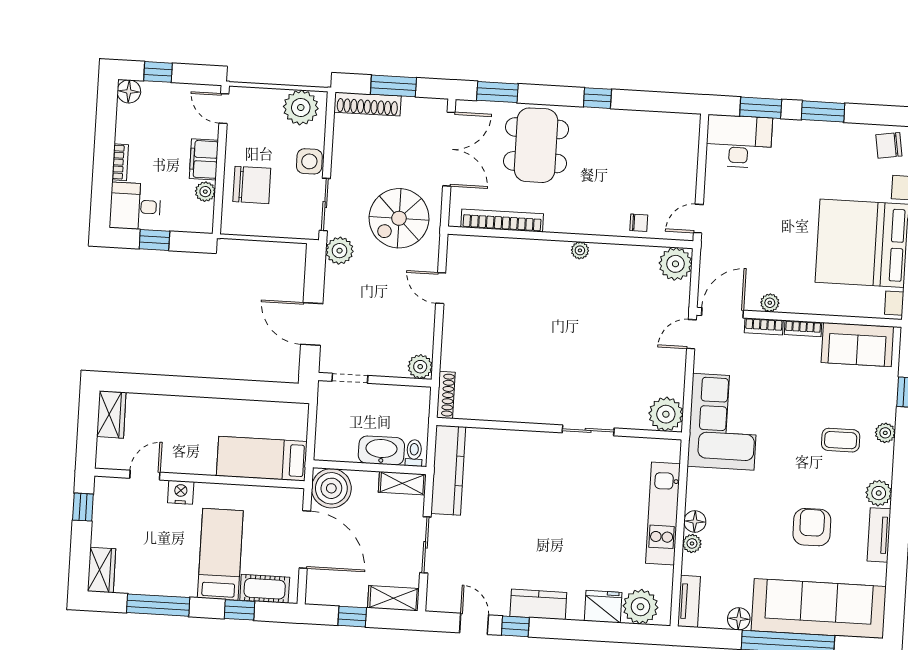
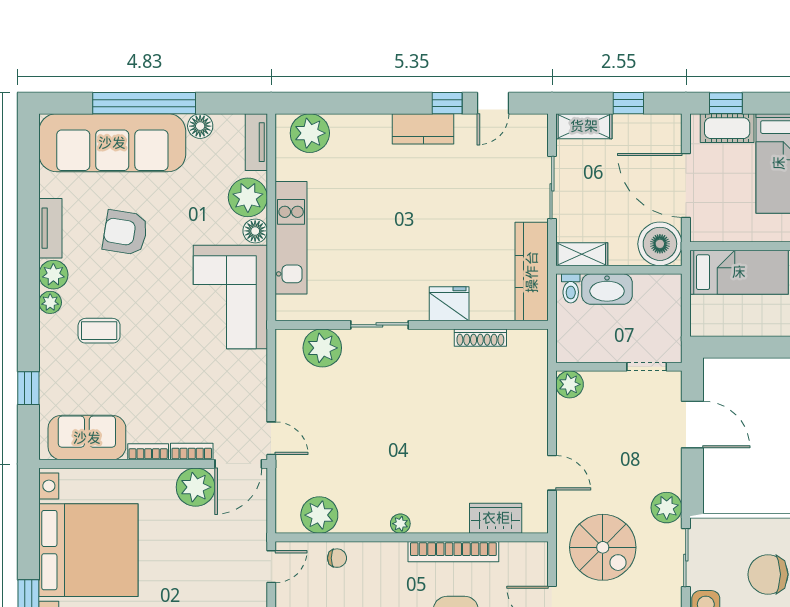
spiral stairs: (399, 218) -> (603, 547), turned 90
bookcase: (502, 221) -> (453, 552), moved
chair: (639, 223) -> (337, 558), turned 180
wardrobe: (494, 250) -> (496, 518), added
plant: (675, 264) -> (319, 515), moved
plant: (770, 303) -> (196, 487), width x1.88, depth x1.88
door: (692, 334) -> (271, 438), hinge flipped
shoe rack: (446, 395) -> (480, 338), moved, turned -90
plant: (666, 414) -> (322, 348), moved
corner sofa: (723, 422) -> (230, 297), moved
plant: (885, 433) -> (50, 302), moved
armchair: (812, 527) -> (125, 232), turned 99
plant: (692, 543) -> (248, 197), width x1.88, depth x1.88
fridge: (603, 607) -> (449, 304), moved, turned 180
window: (239, 610) -> (726, 103), moved
door: (474, 624) -> (493, 103), hinge flipped

